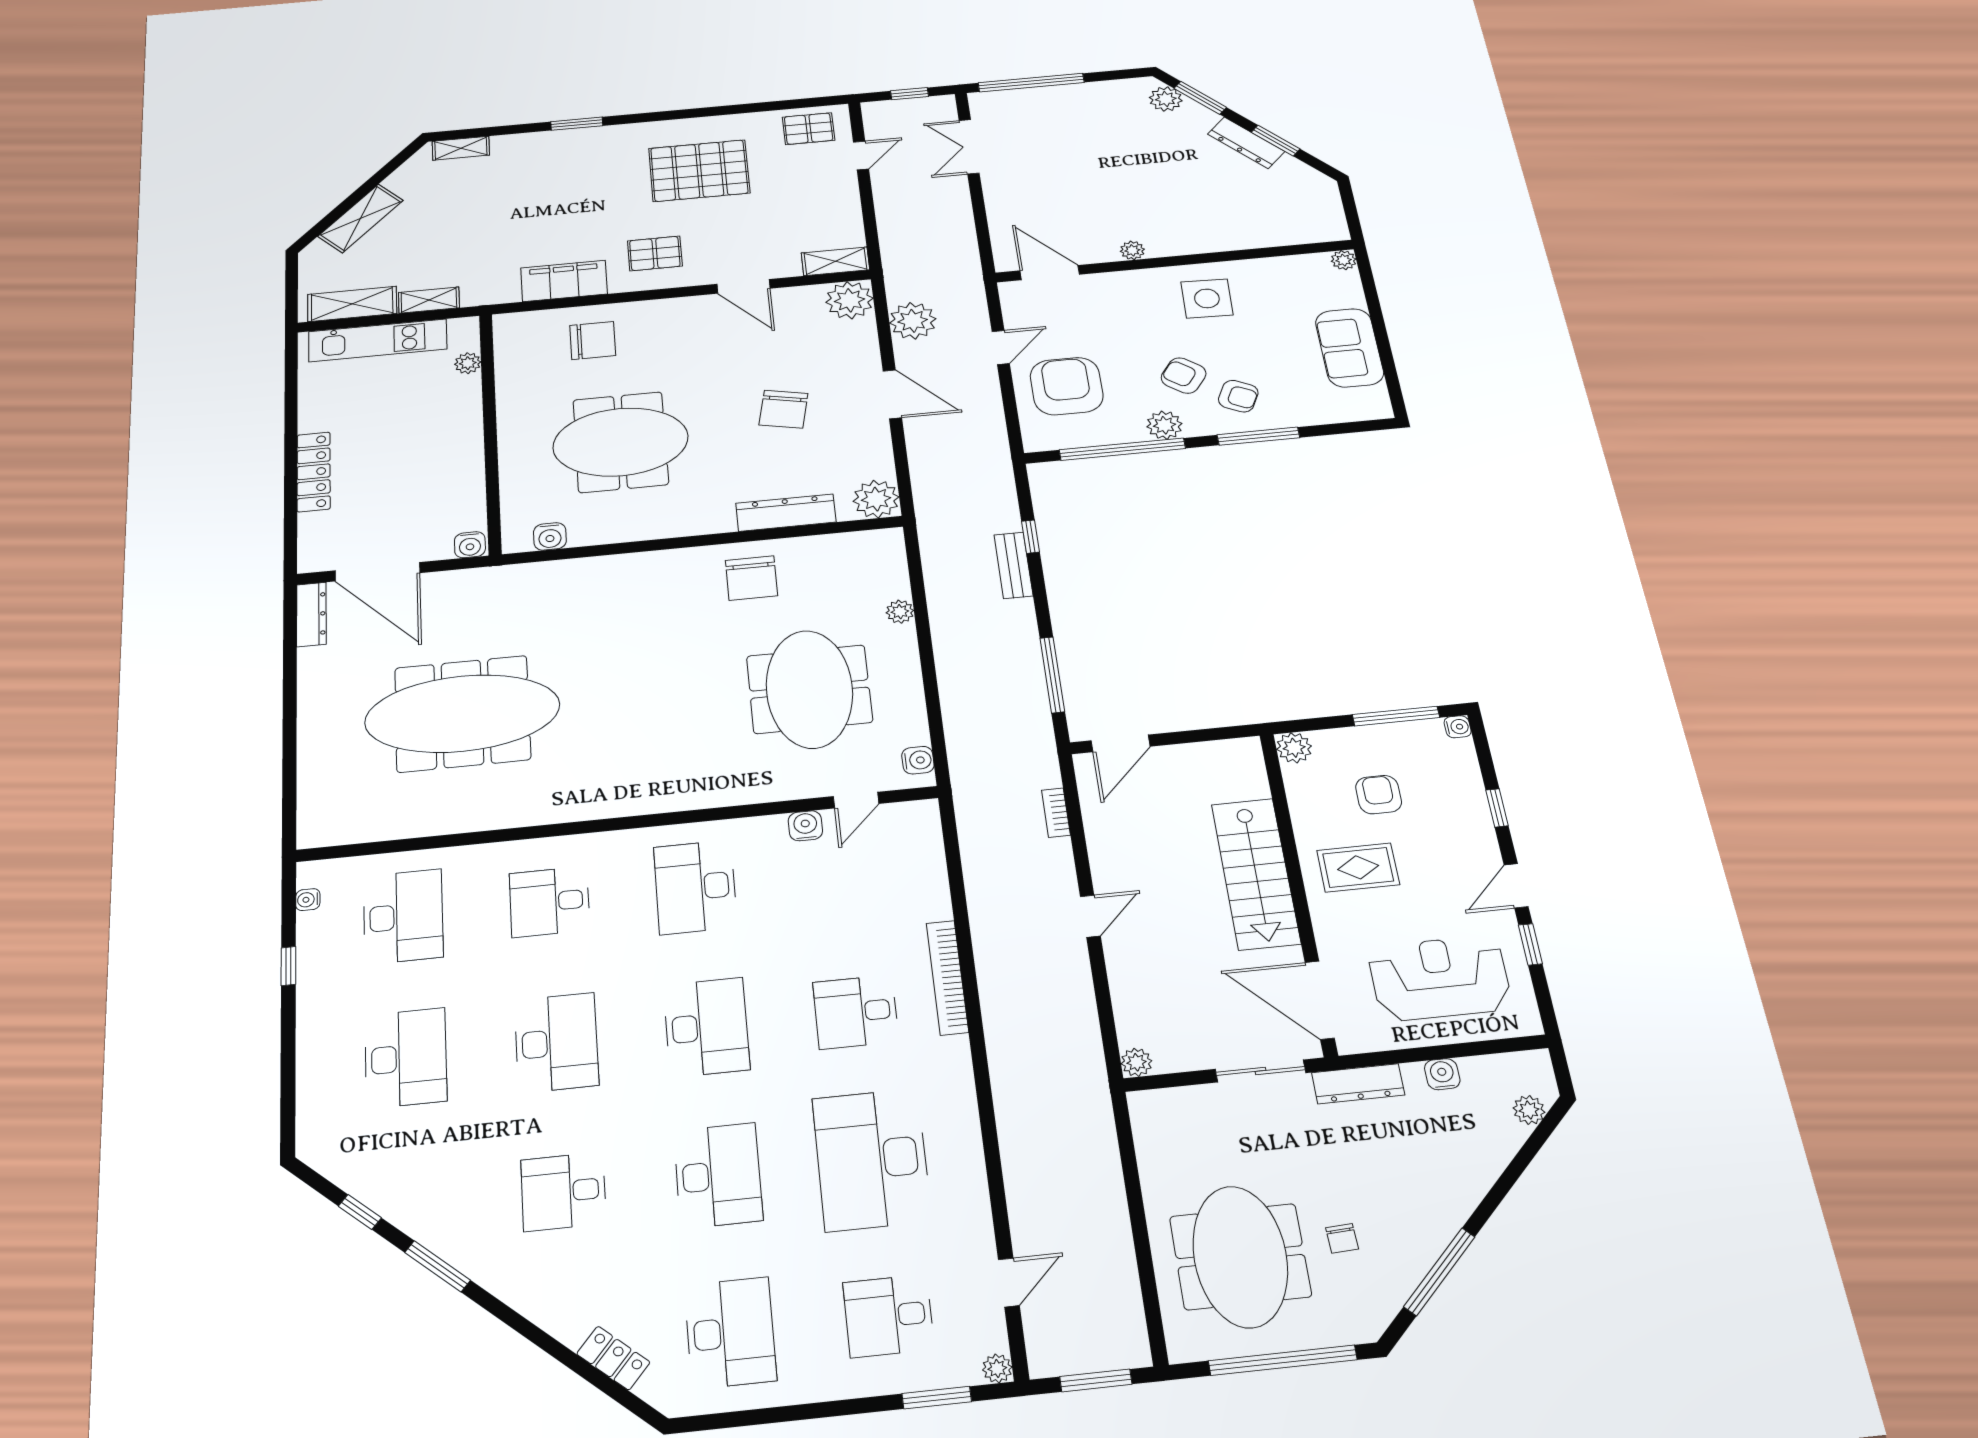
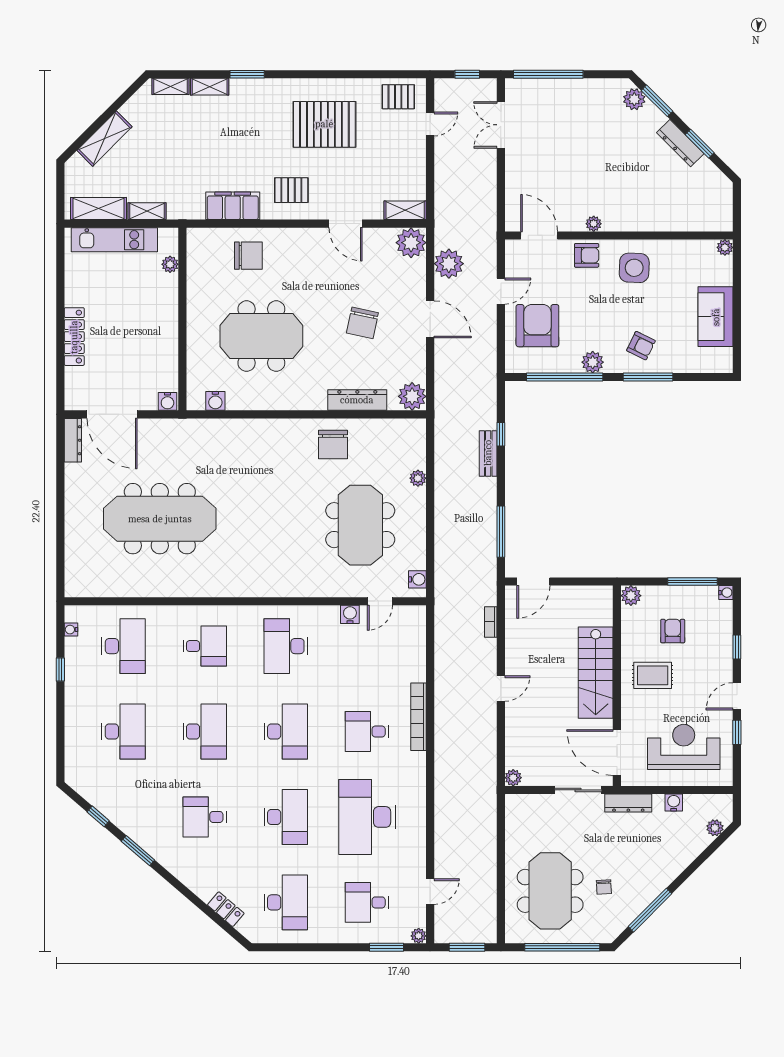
shelving: (520, 143) -> (210, 87), added
armchair: (1184, 376) -> (587, 255), moved, turned 144
desk: (550, 902) -> (205, 646), turned 180

